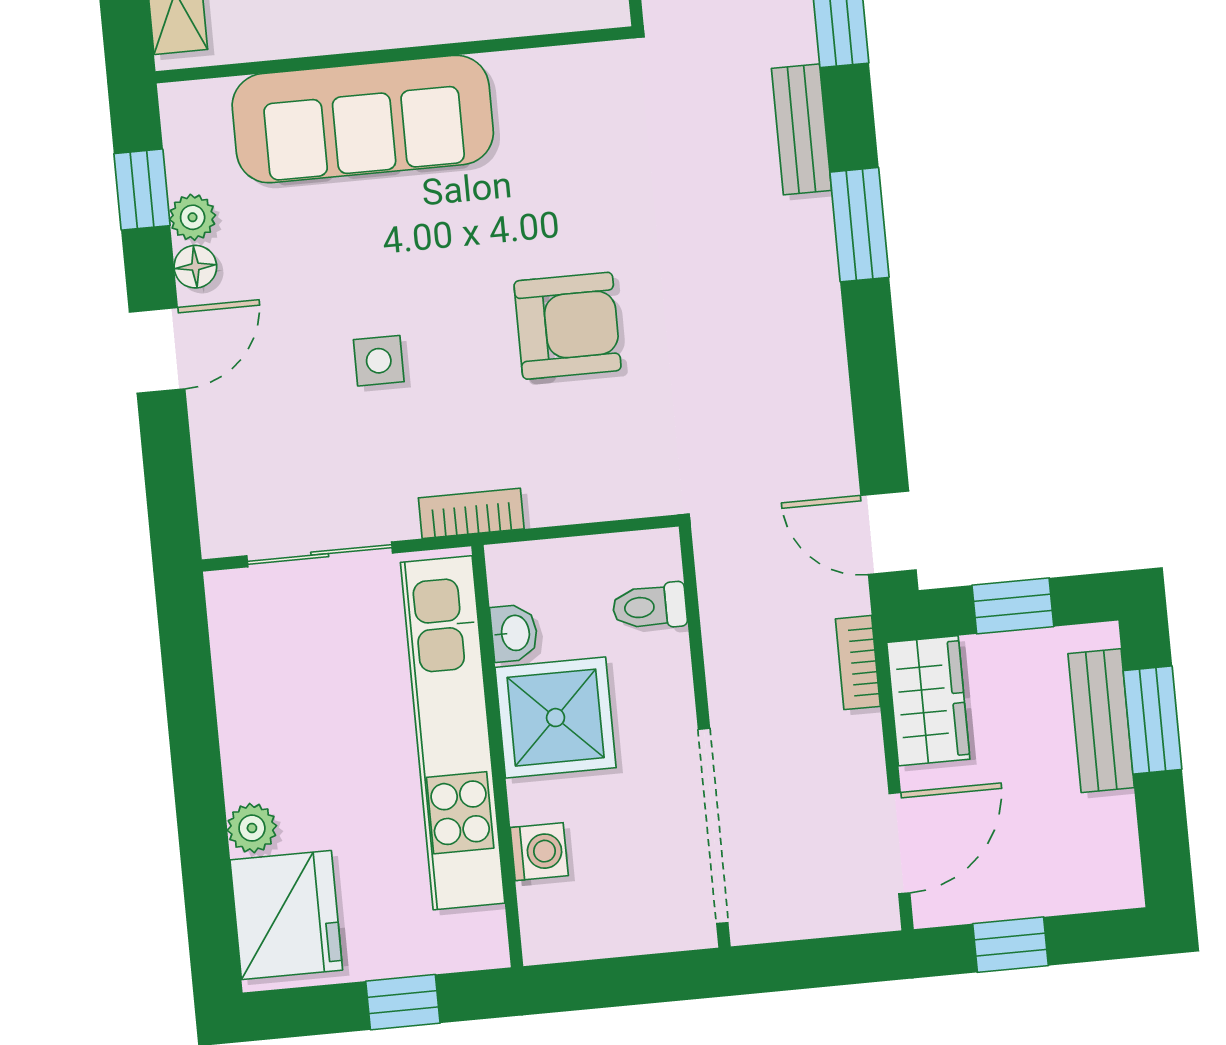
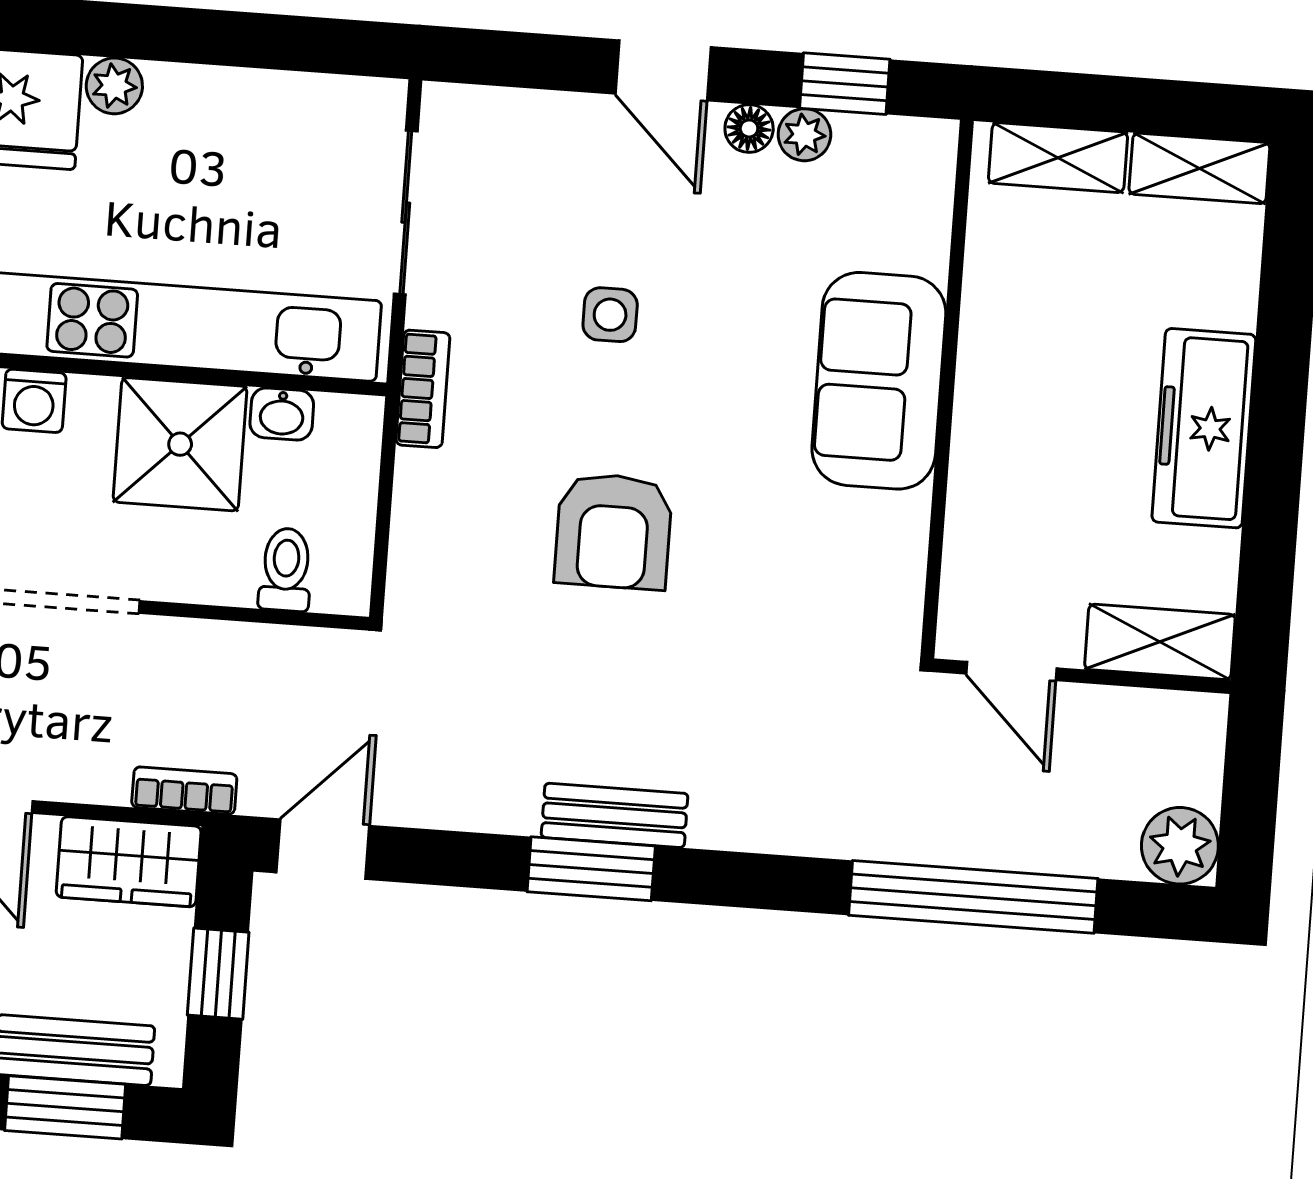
sofa: (363, 119) -> (879, 381), width x0.73
bench: (801, 129) -> (615, 815), moved
window: (859, 225) -> (591, 869), moved

